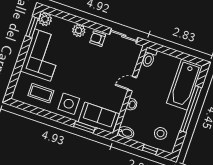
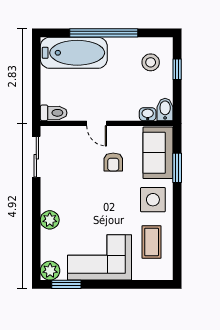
armchair: (98, 39) -> (113, 162), moved
washbasin: (132, 104) -> (148, 114), moved

